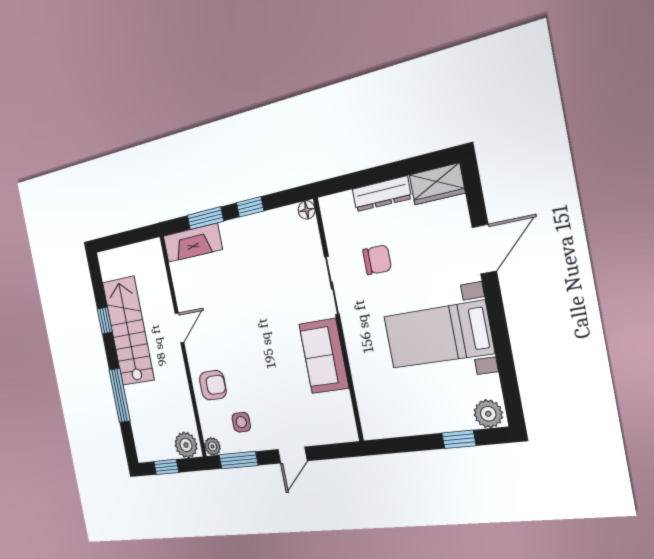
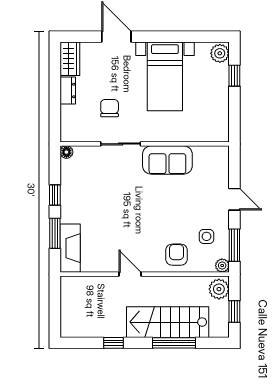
dresser: (382, 194) -> (68, 91), width x0.70
stairs: (128, 331) -> (168, 322), moved

